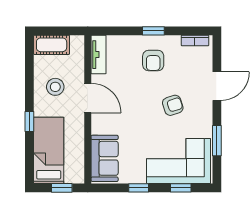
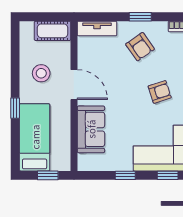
cot: (52, 45) -> (52, 31), moved
tv unit: (99, 55) -> (97, 29), moved, turned 90
armchair: (153, 60) -> (140, 47), turned -35
sofa: (105, 158) -> (91, 129), moved

